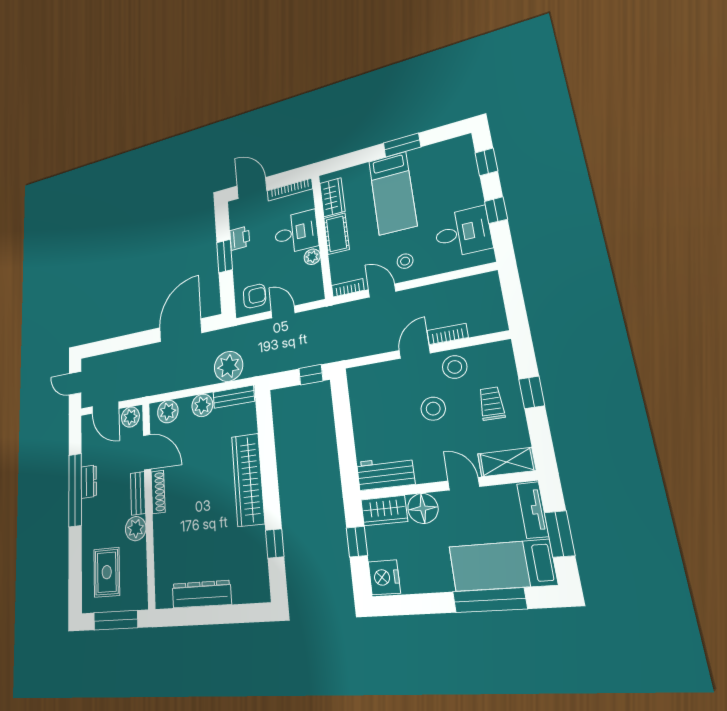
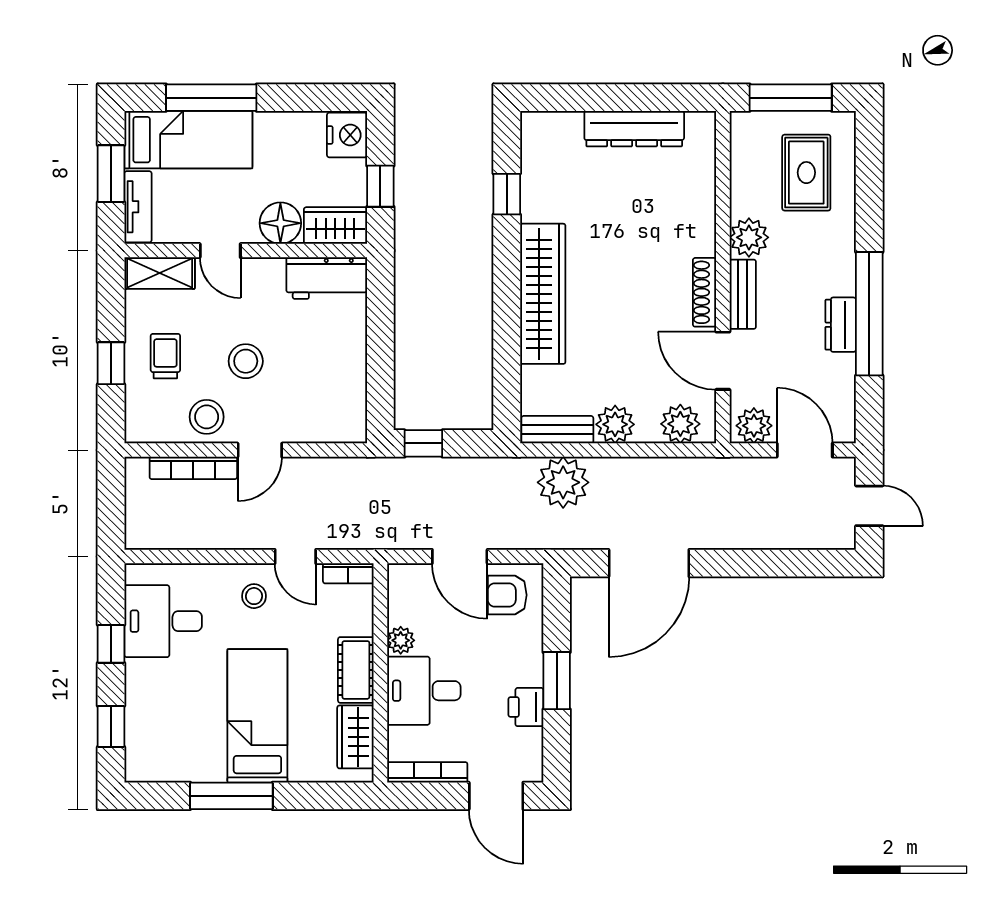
window: (402, 145) -> (231, 796), width x1.44
door: (283, 312) -> (460, 556), width x1.38
bookcase: (447, 334) -> (193, 468), width x1.56
trolley: (492, 403) -> (165, 356), turned 180

